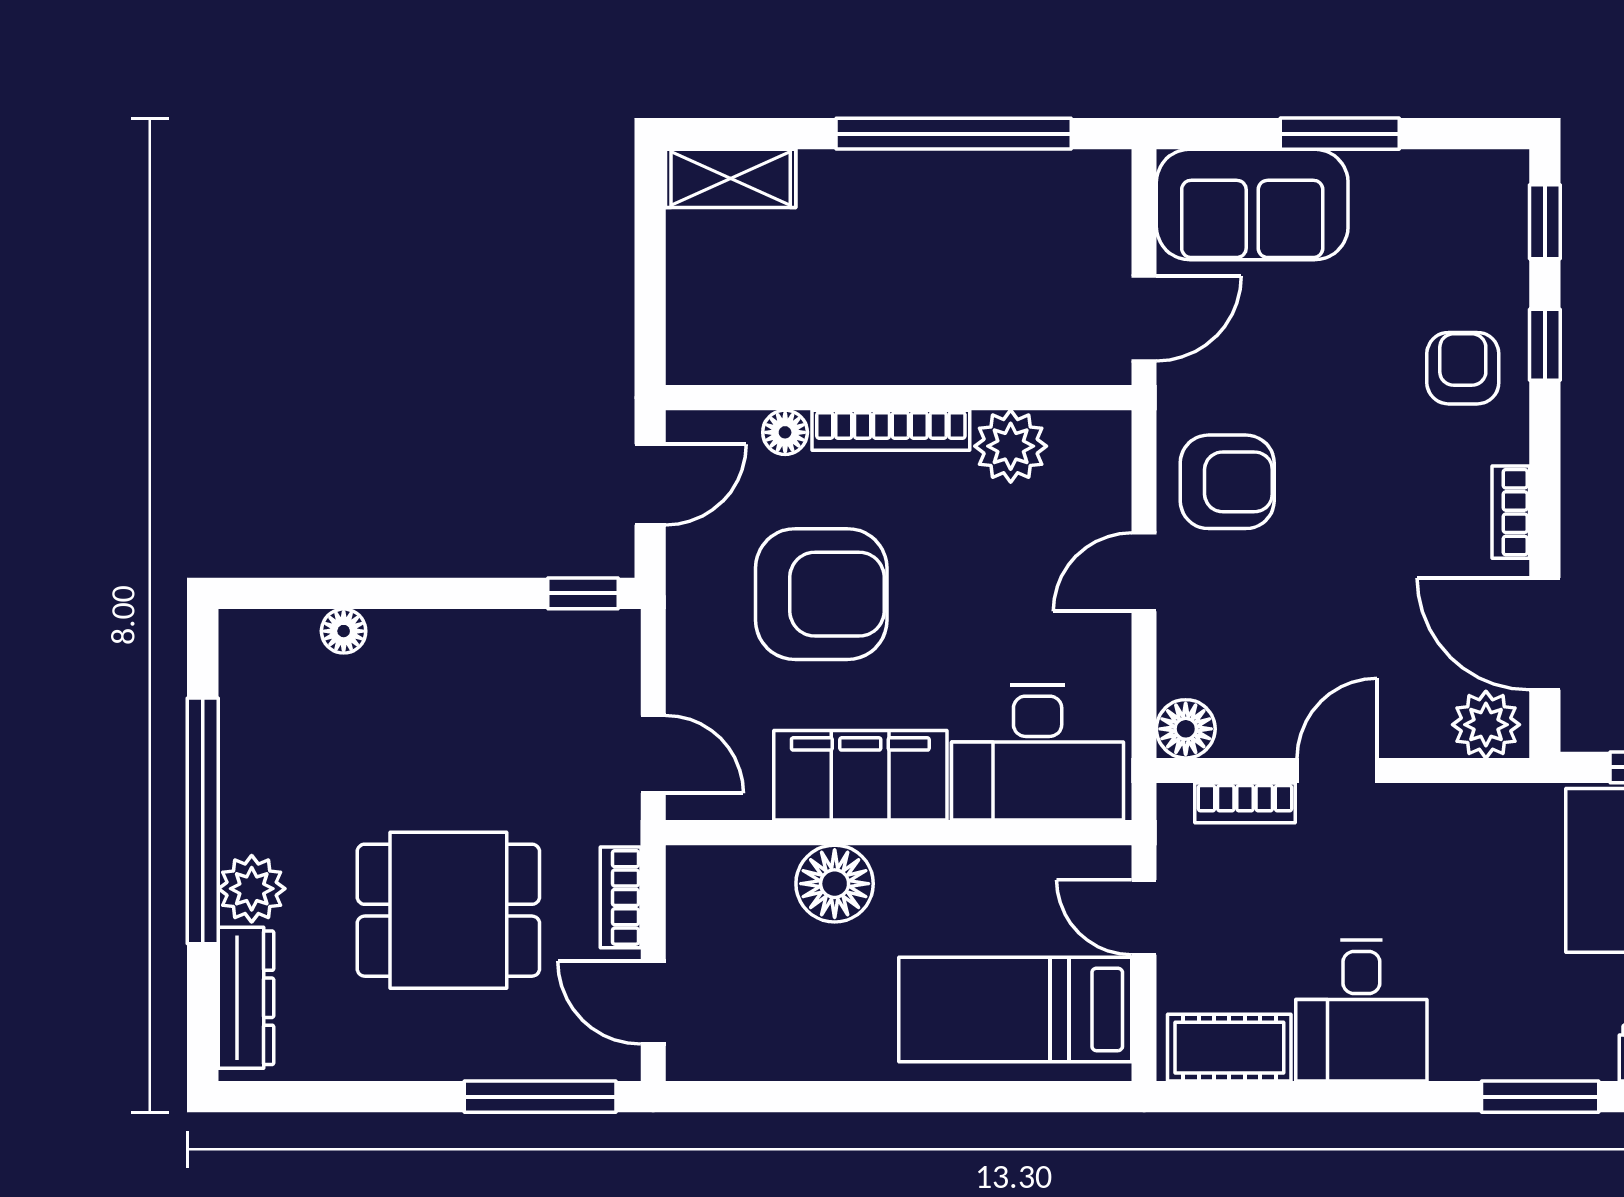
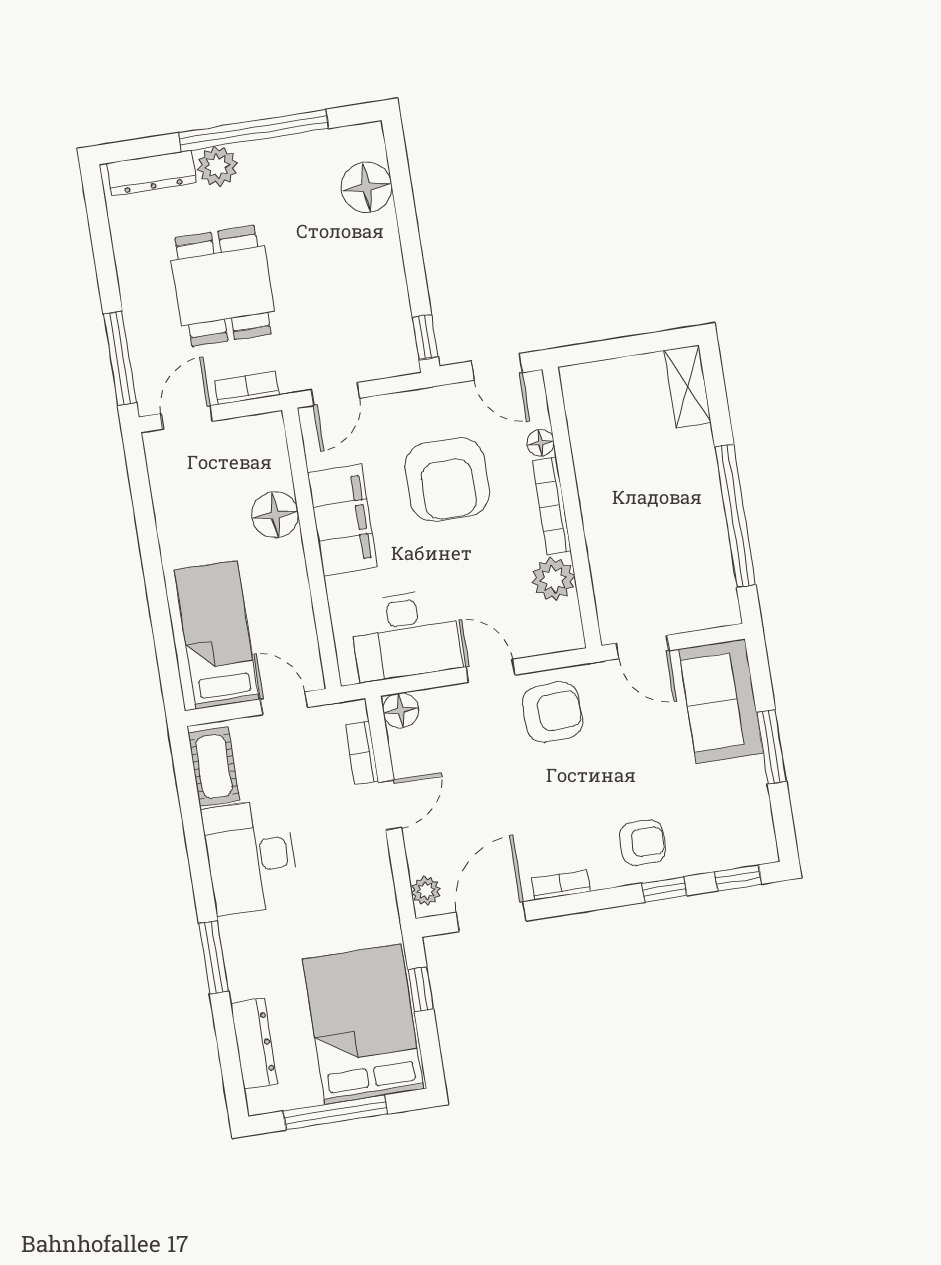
armchair: (1227, 482) -> (552, 712), turned -92
floor lamp: (344, 631) -> (367, 187), width x1.89, depth x1.89
plant: (1486, 725) -> (426, 891), width x0.73, depth x0.73
desk: (1038, 753) -> (405, 635), moved, turned -90
door: (1337, 770) -> (390, 805), hinge flipped
door: (1144, 917) -> (284, 703), hinge flipped
desk: (1361, 1011) -> (251, 857), width x1.37

